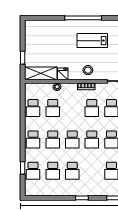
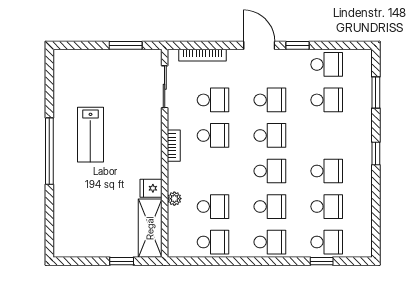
stool: (88, 70) -> (144, 143), removed

